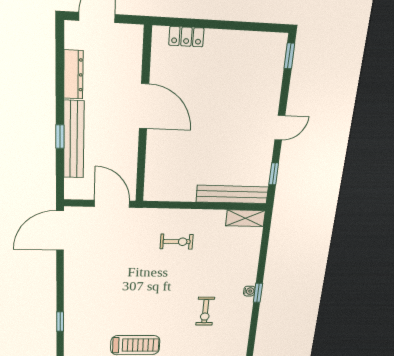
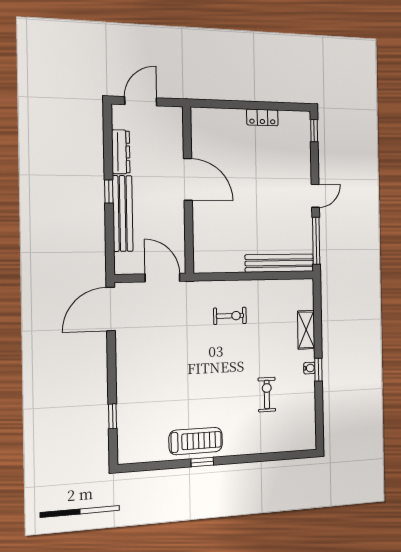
locker: (186, 37) -> (262, 117), moved
window: (60, 137) -> (109, 191), moved
window: (274, 174) -> (316, 241), width x2.17
shelving: (245, 218) -> (306, 330), moved, turned 90
exercise bike: (205, 311) -> (267, 394), turned 180

